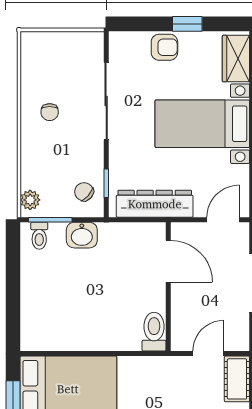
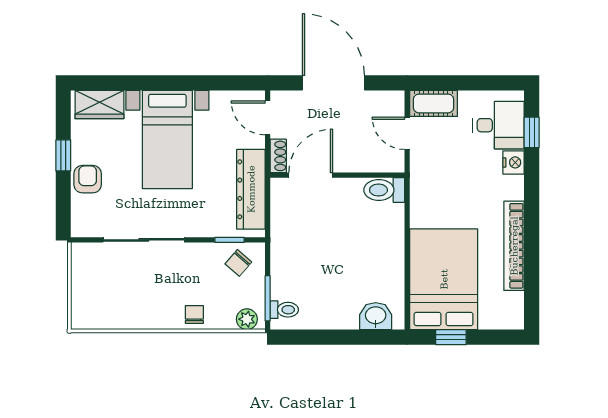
chair: (50, 112) -> (194, 315), moved, turned -90
shoe rack: (187, 230) -> (278, 156), added
washbasin: (82, 235) -> (376, 316), moved, turned -90

